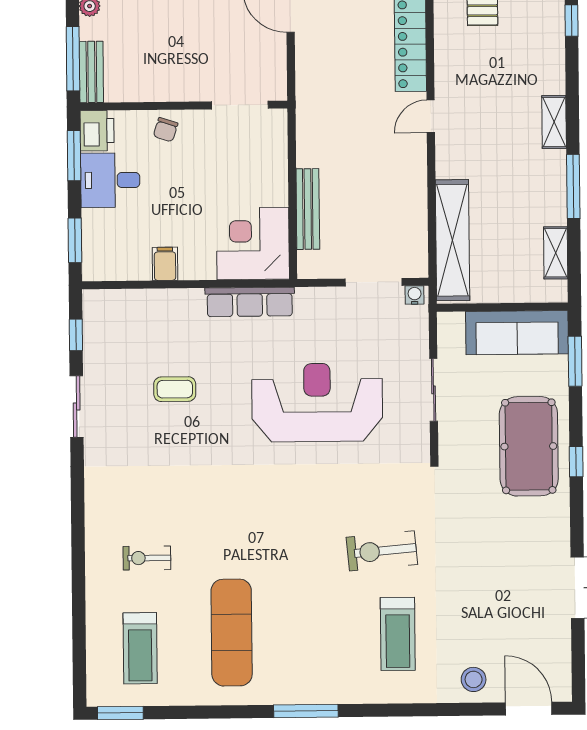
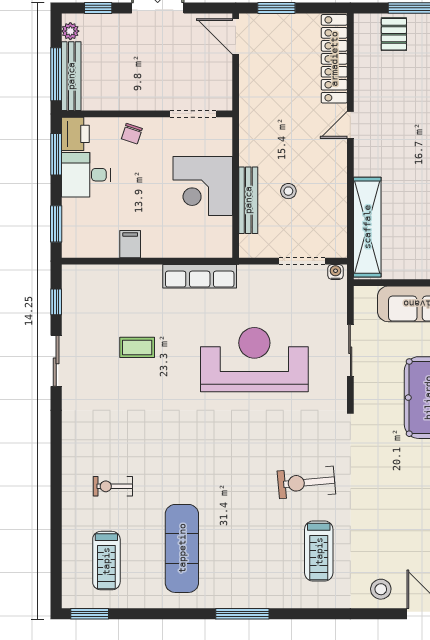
bench: (91, 72) -> (71, 76), width x1.36
stool: (356, 197) -> (288, 191), added
corner desk: (253, 244) -> (203, 186), moved, turned -90

